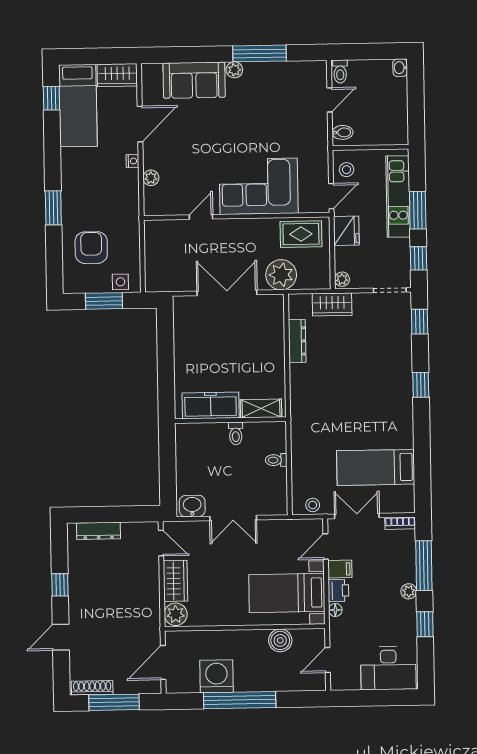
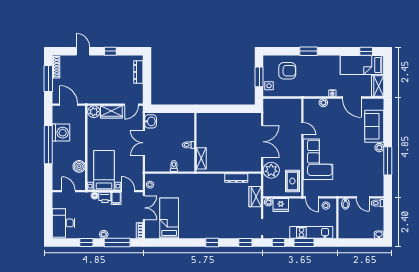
fridge: (346, 231) -> (281, 205), moved
freezer: (211, 405) -> (203, 132), removed

